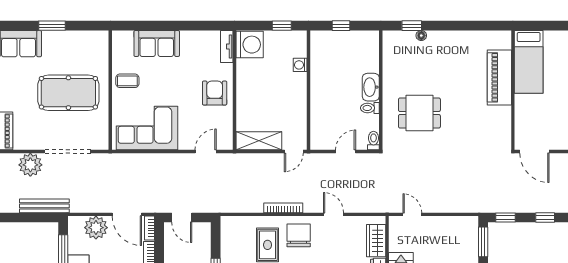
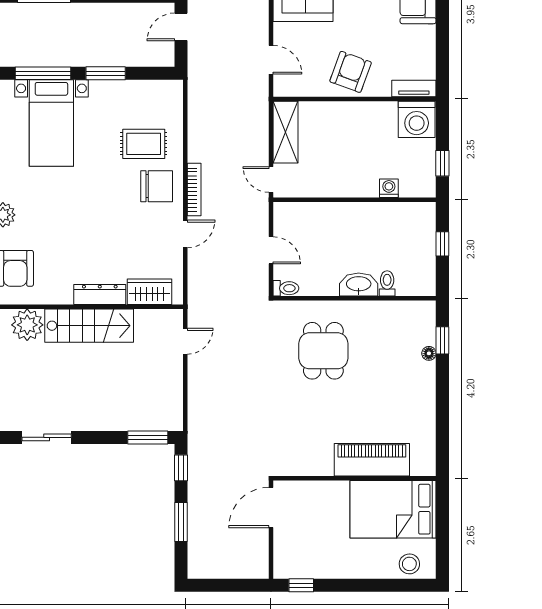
bed: (529, 62) -> (393, 509), width x1.50
armchair: (215, 93) -> (351, 72), turned -70
toilet: (370, 108) -> (387, 283), moved
bookcase: (283, 208) -> (194, 190), moved
window: (545, 218) -> (181, 522), width x1.50

